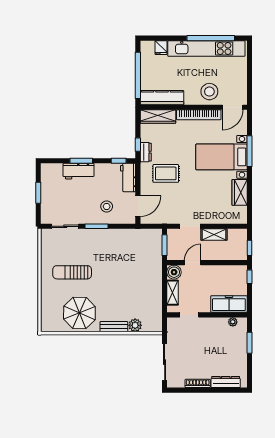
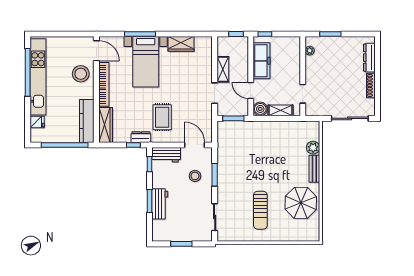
window: (96, 226) -> (215, 175), moved
freezer: (229, 304) -> (262, 61), moved, turned 180

